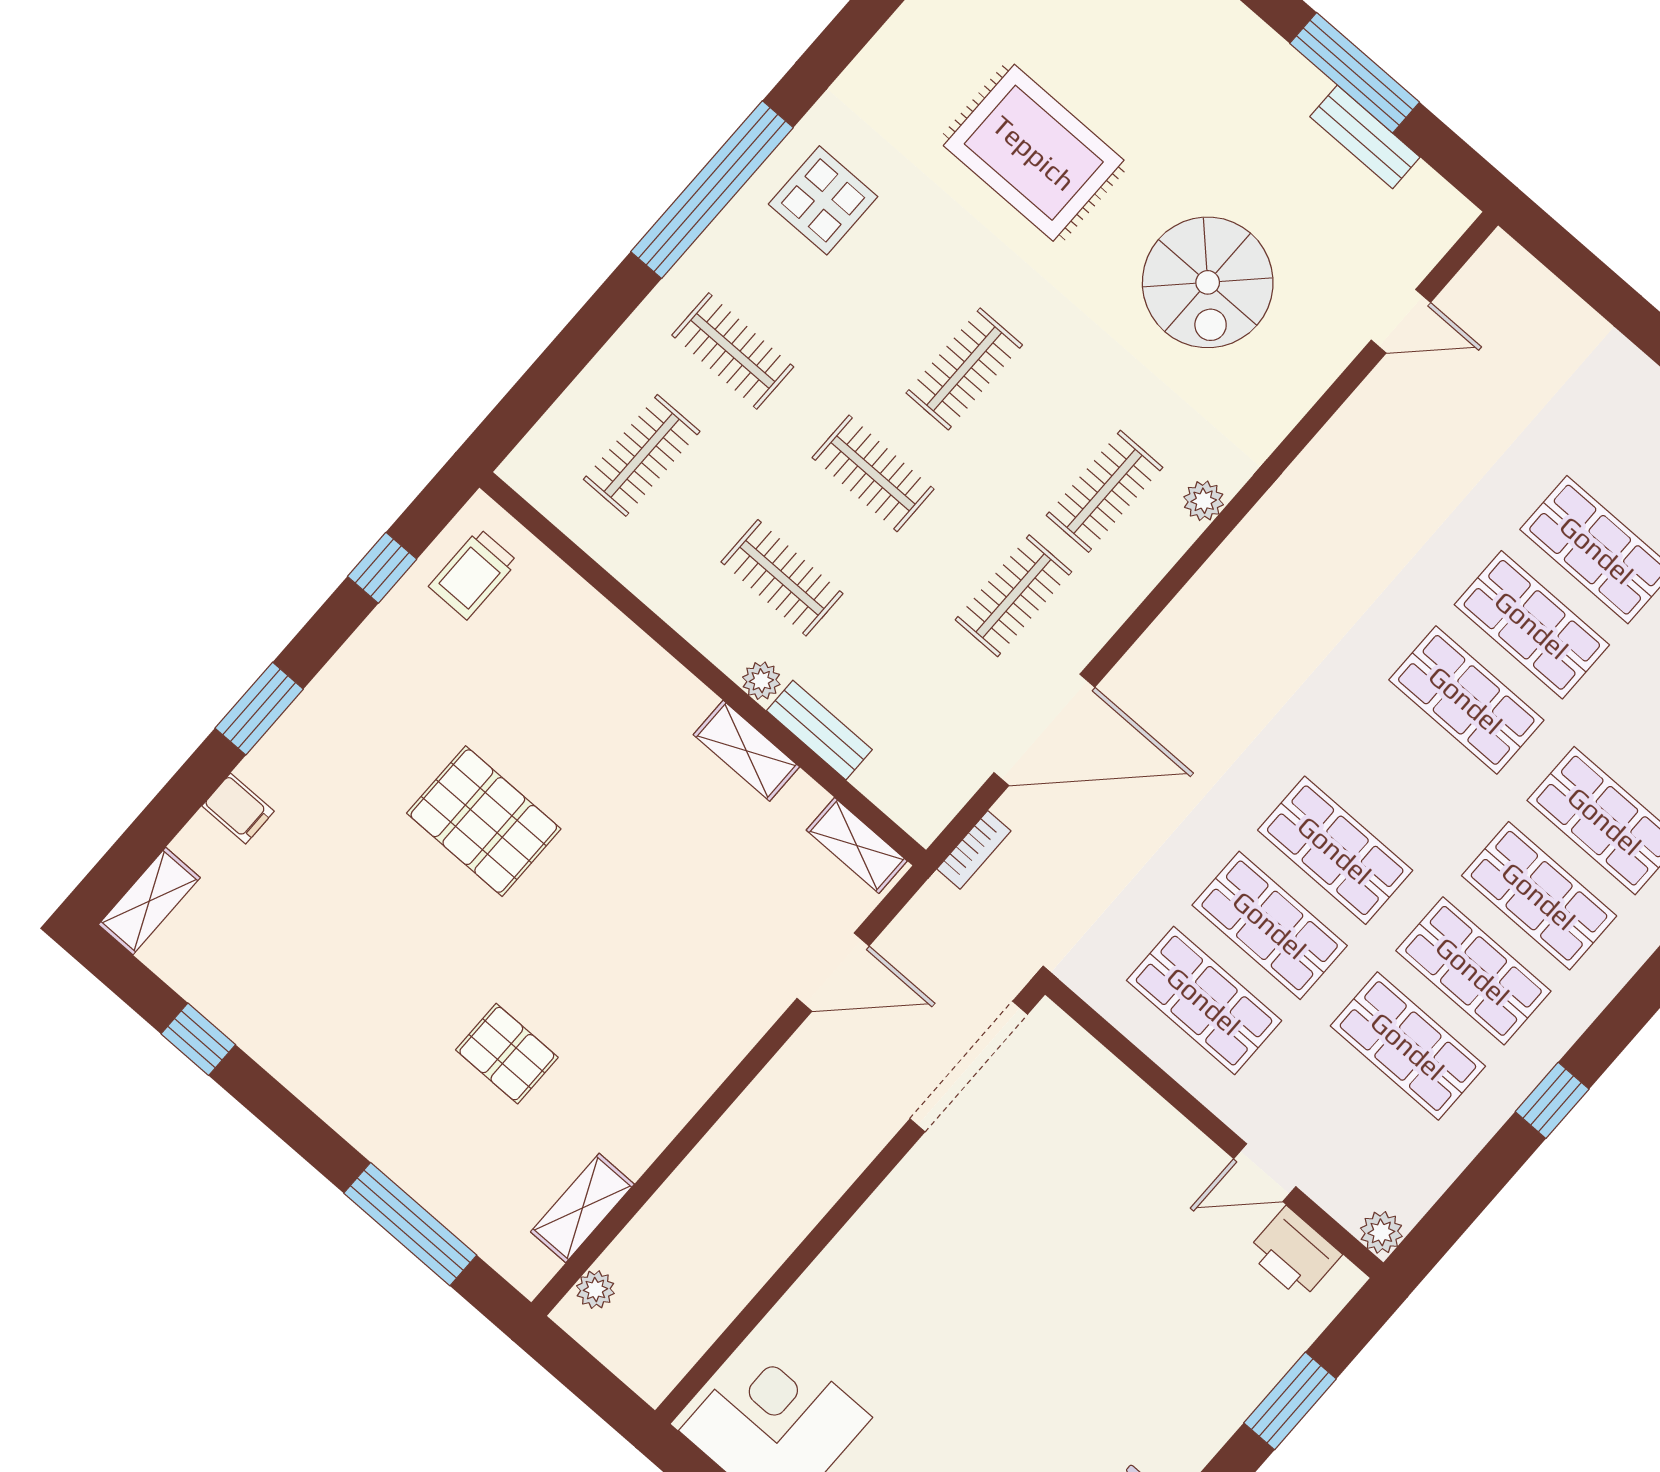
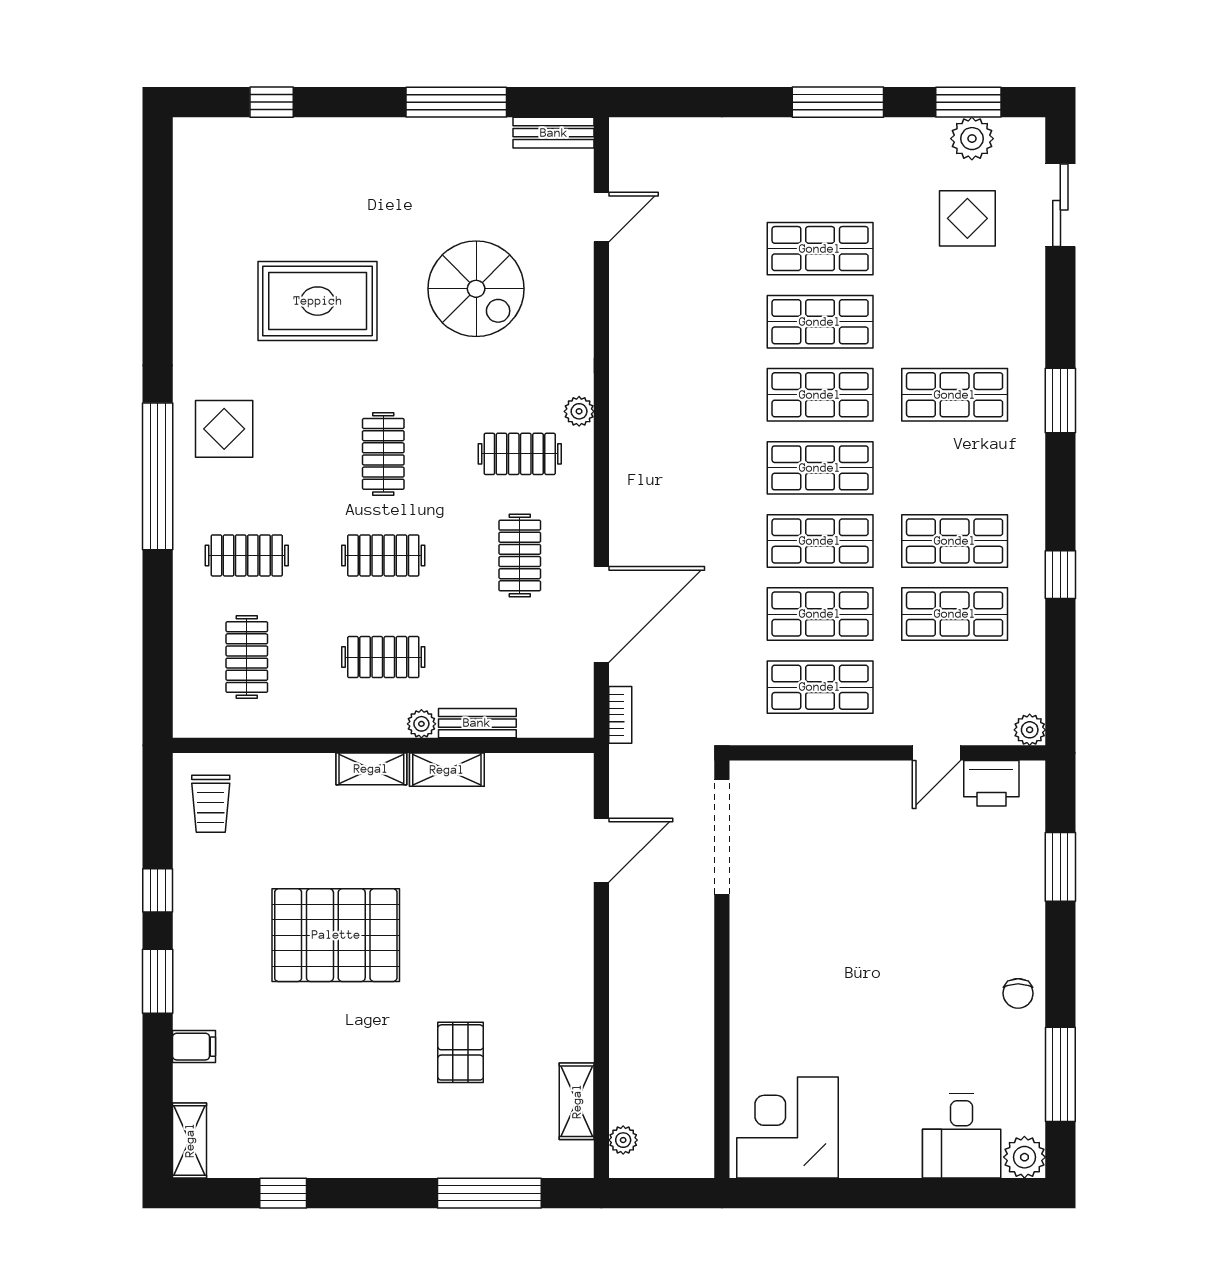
bench: (1365, 137) -> (554, 133), moved
clothes rail: (1104, 491) -> (520, 454), turned 90
window: (382, 568) -> (158, 890), moved
pallet: (484, 821) -> (336, 935), width x1.37, depth x1.41
shelving: (857, 845) -> (371, 769), moved
shop shelf: (1539, 896) -> (820, 468), moved
pallet: (507, 1054) -> (461, 1052), turned 90

